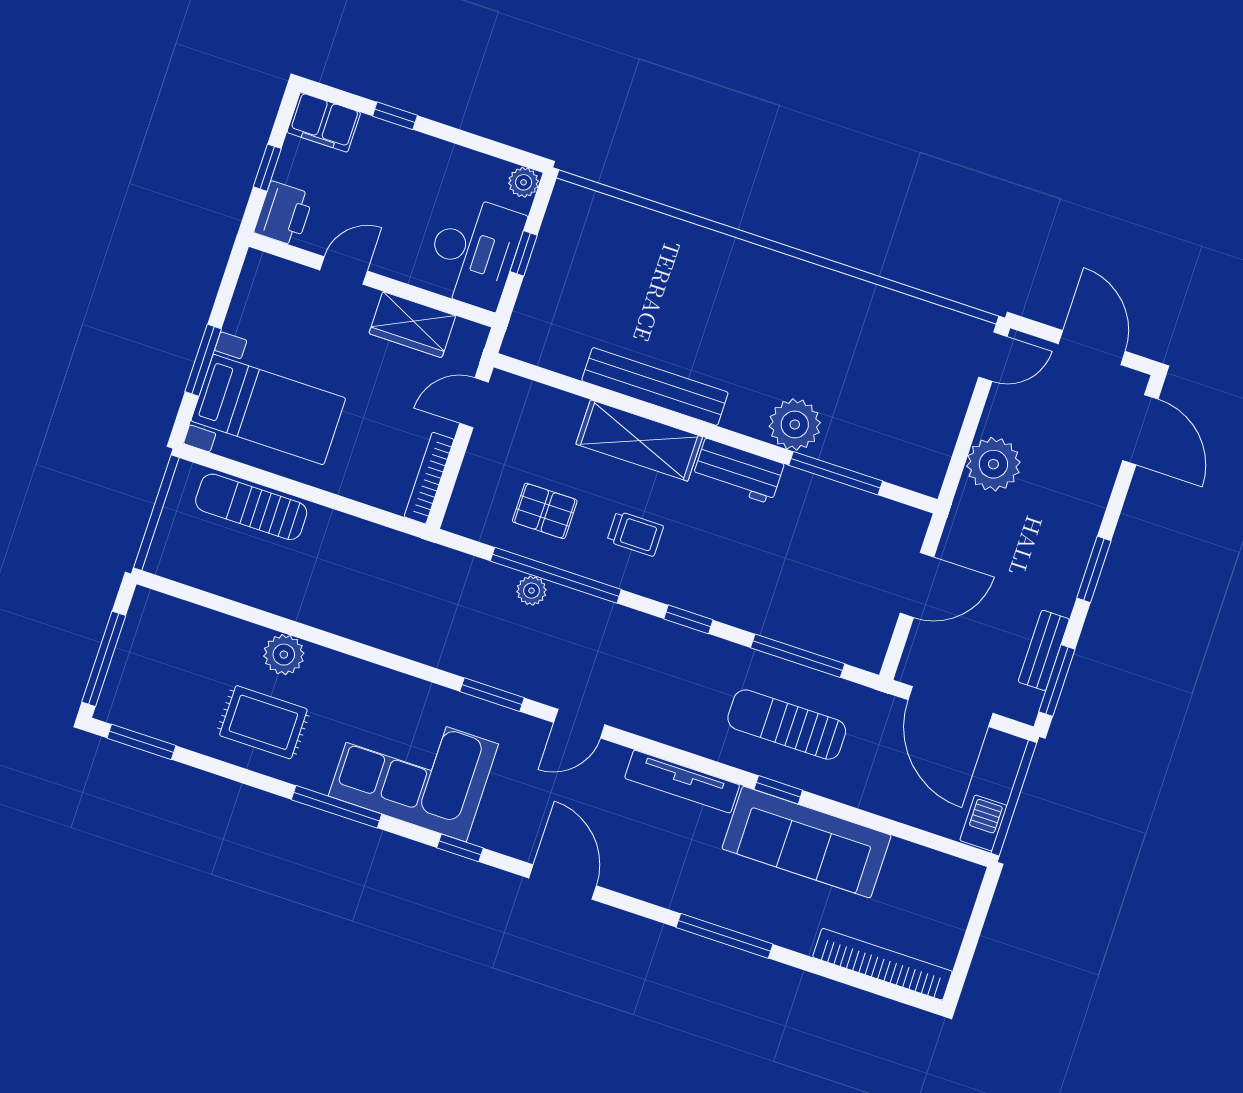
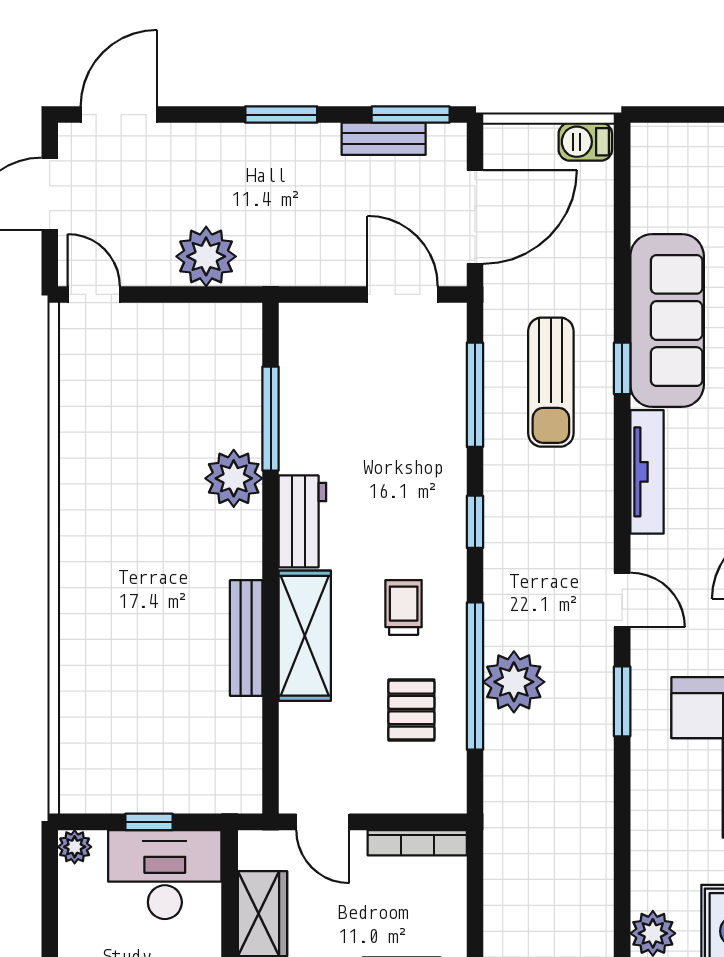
bench: (655, 386) -> (246, 638), width x0.73, depth x0.82
door: (917, 585) -> (403, 294), moved
plant: (531, 591) -> (514, 682), width x1.88, depth x1.88

